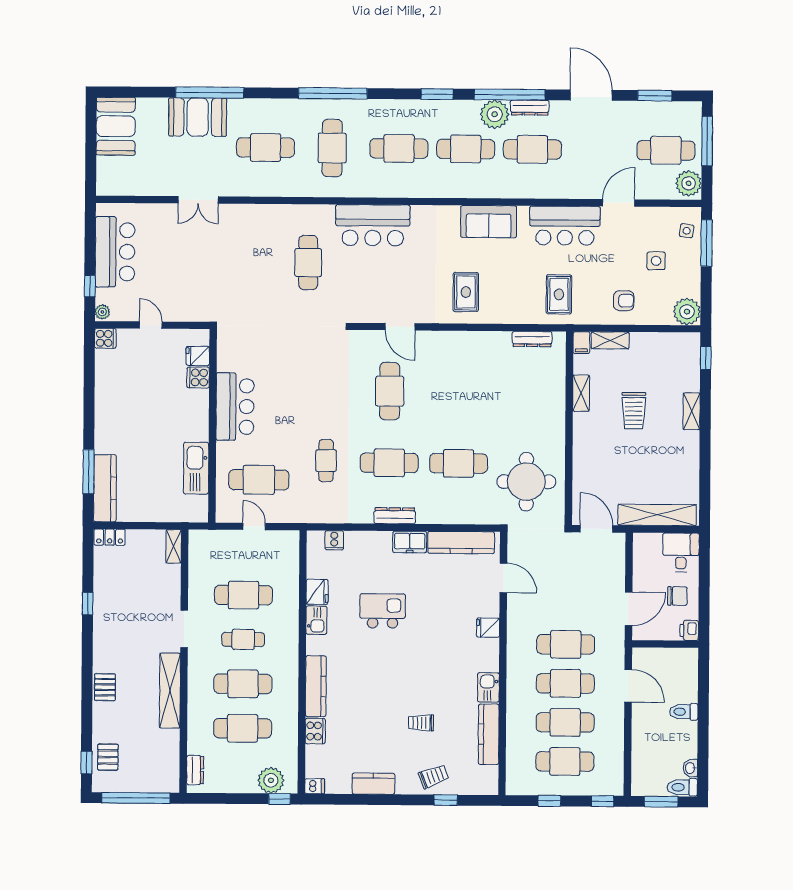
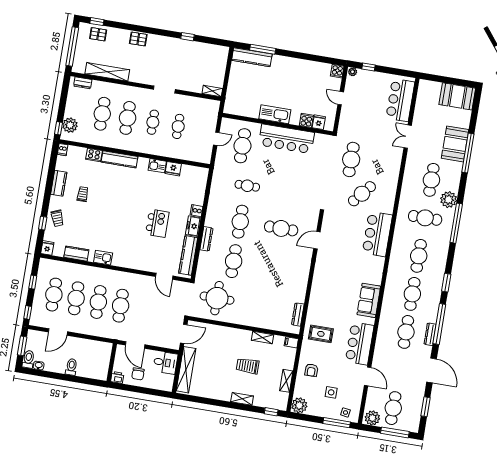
door: (591, 95) -> (432, 370), hinge flipped
plant: (495, 114) -> (449, 200), moved
bar counter: (115, 252) -> (400, 100), moved, turned 90
cafe table: (308, 263) -> (362, 194), turned -50
cafe table: (253, 290) -> (351, 159), added
rug: (466, 292) -> (331, 281), removed
door: (151, 325) -> (341, 98), swing flipped
shelving: (610, 340) -> (286, 381), moved
bar counter: (235, 407) -> (286, 139), width x1.36
kitchen sink: (196, 468) -> (275, 114), moved
dresser: (395, 516) -> (206, 239), moved
locker: (110, 537) -> (223, 55), removed
cooker: (334, 540) -> (197, 211), moved
desk: (681, 552) -> (165, 363), moved
door: (503, 578) -> (164, 276), hinge flipped
cafe table: (244, 595) -> (178, 126), width x0.73, depth x0.74
kitchen island: (383, 611) -> (157, 223), moved
fridge: (488, 628) -> (47, 248), moved
door: (628, 686) -> (58, 332), moved
shelving: (170, 691) -> (107, 72), moved
trolley: (421, 723) -> (83, 194), moved
kitchen counter: (489, 734) -> (76, 254), width x0.67

